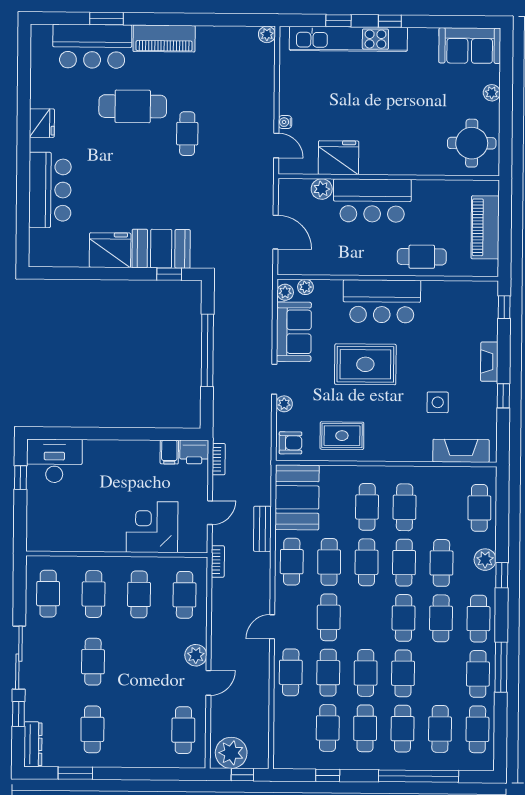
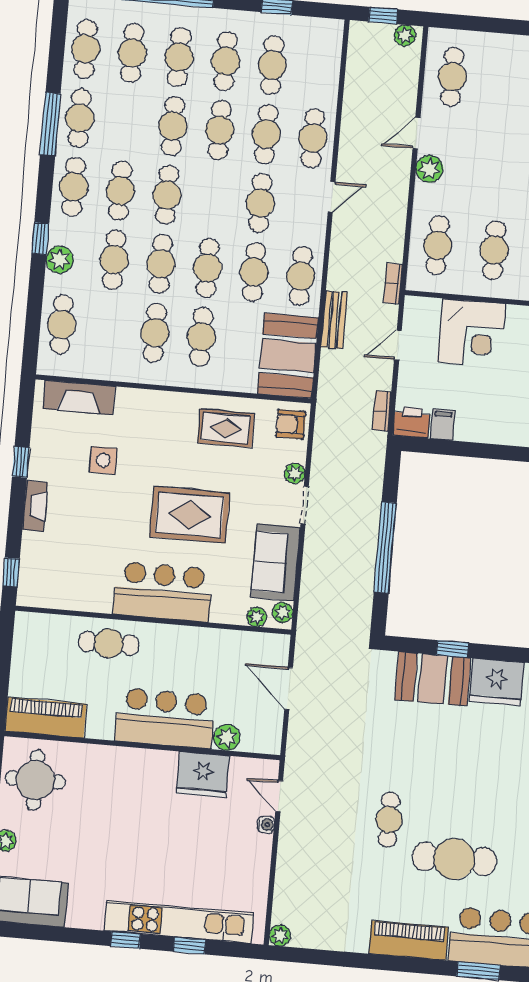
piano: (485, 227) -> (46, 717), moved, turned -90
window: (169, 274) -> (452, 649), moved
plant: (231, 753) -> (405, 35), width x0.53, depth x0.53

